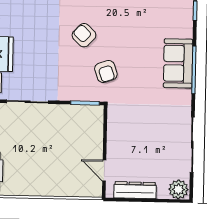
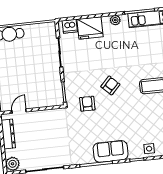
sofa: (178, 63) -> (111, 151), moved
armchair: (106, 71) -> (87, 104), turned 109

